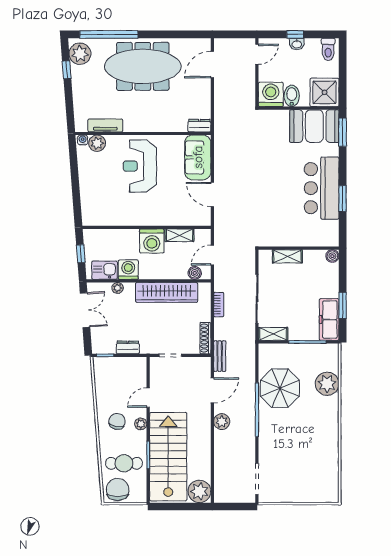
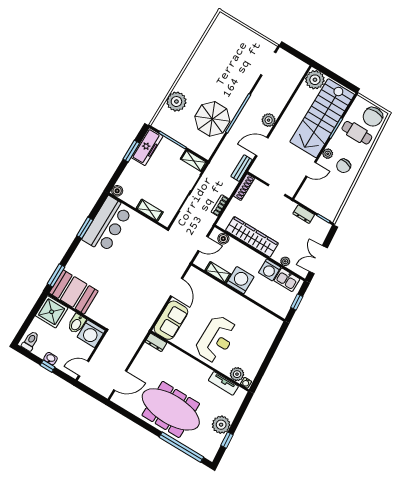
plant: (80, 54) -> (221, 425), moved
bar counter: (322, 188) -> (107, 225), moved

